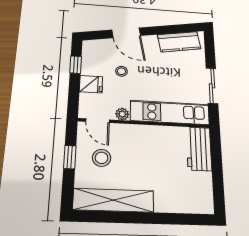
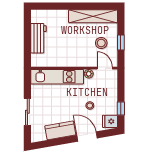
kitchen counter: (179, 42) -> (60, 130), moved
fridge: (91, 84) -> (110, 121), moved
sliding door: (212, 86) -> (27, 112), moved
workbench: (199, 149) -> (39, 38), moved

